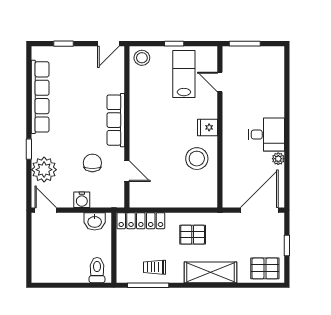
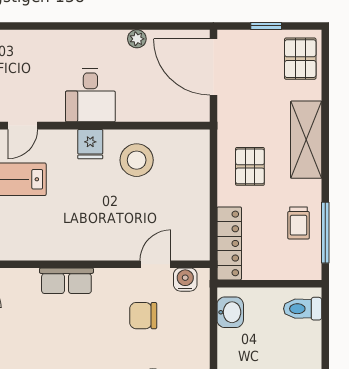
row of seats: (116, 120) -> (66, 281), width x0.68
desk: (266, 135) -> (90, 95), moved, turned 180
water cooler: (82, 200) -> (185, 280), moved, turned -90

